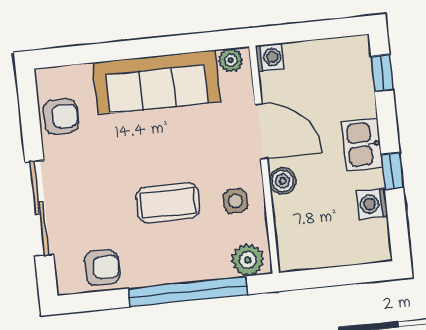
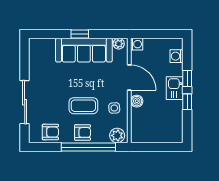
window: (144, 48) -> (80, 34), added
window: (382, 73) -> (187, 78), moved
armchair: (61, 116) -> (83, 132), moved
washing machine: (372, 204) -> (177, 56), moved

